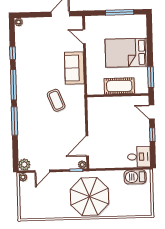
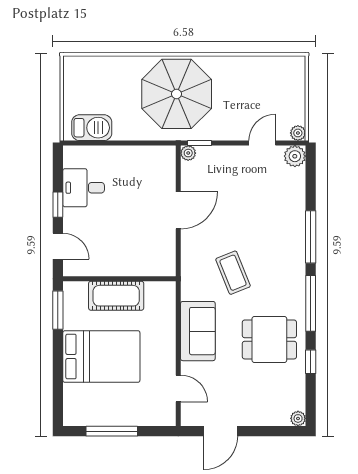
dining table: (35, 65) -> (269, 339), added
door: (87, 146) -> (178, 210), moved
desk: (139, 157) -> (84, 188), moved

